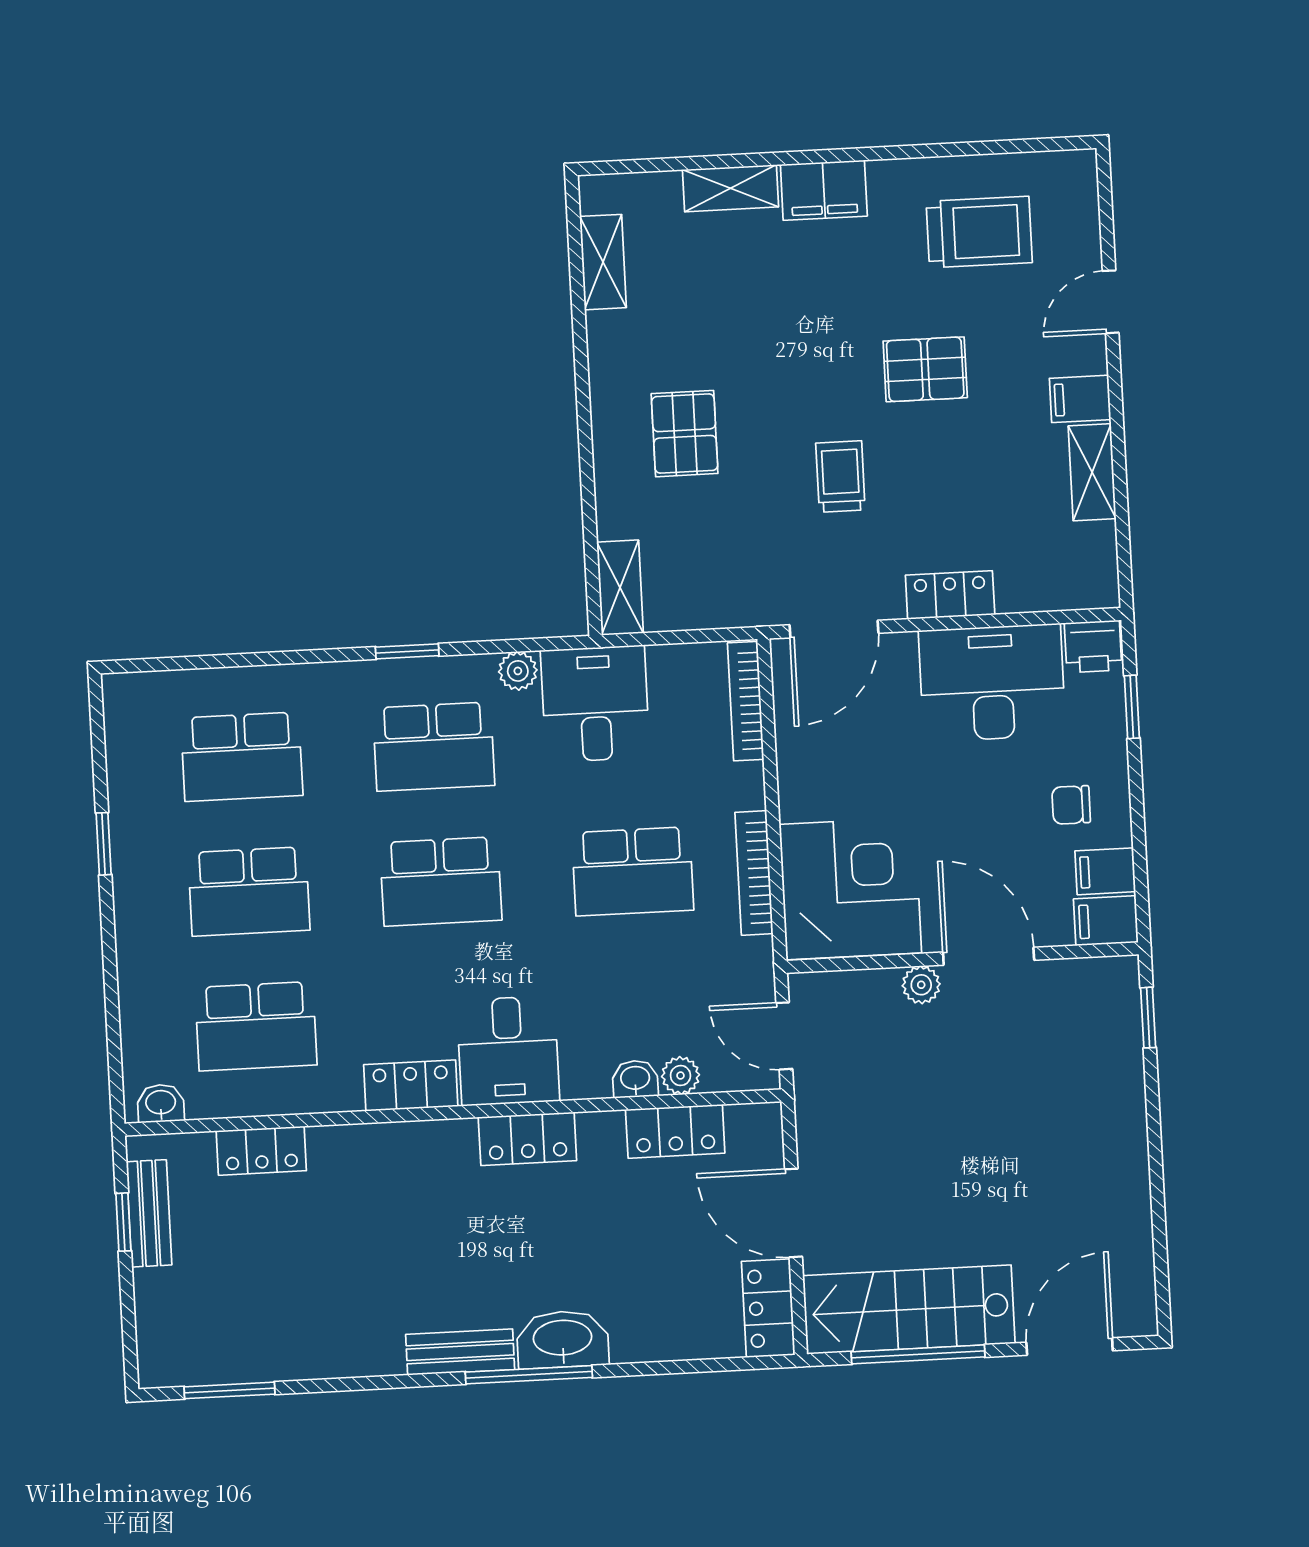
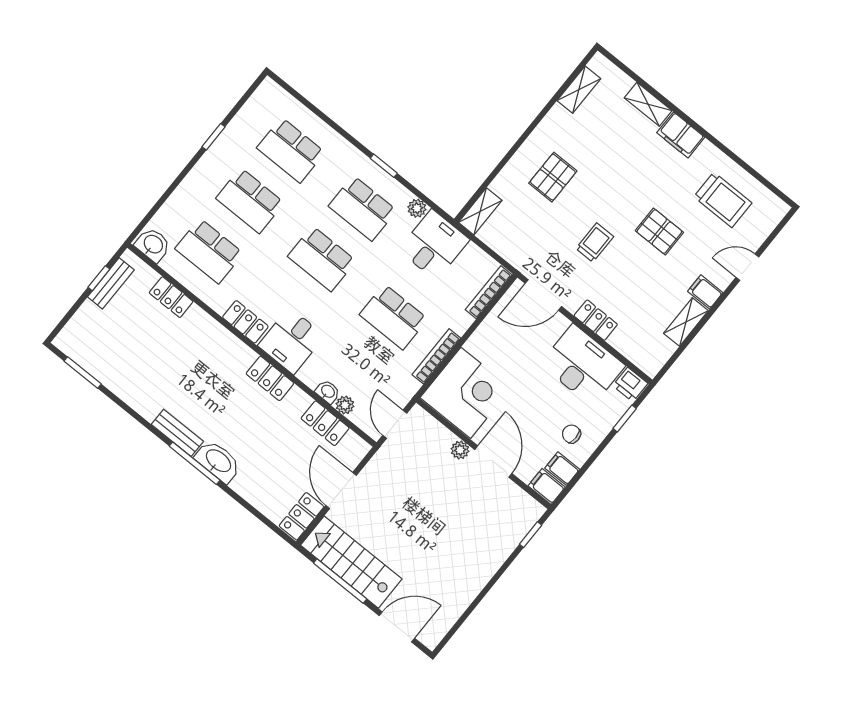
washbasin: (161, 1103) -> (153, 245), width x1.38, depth x1.45

